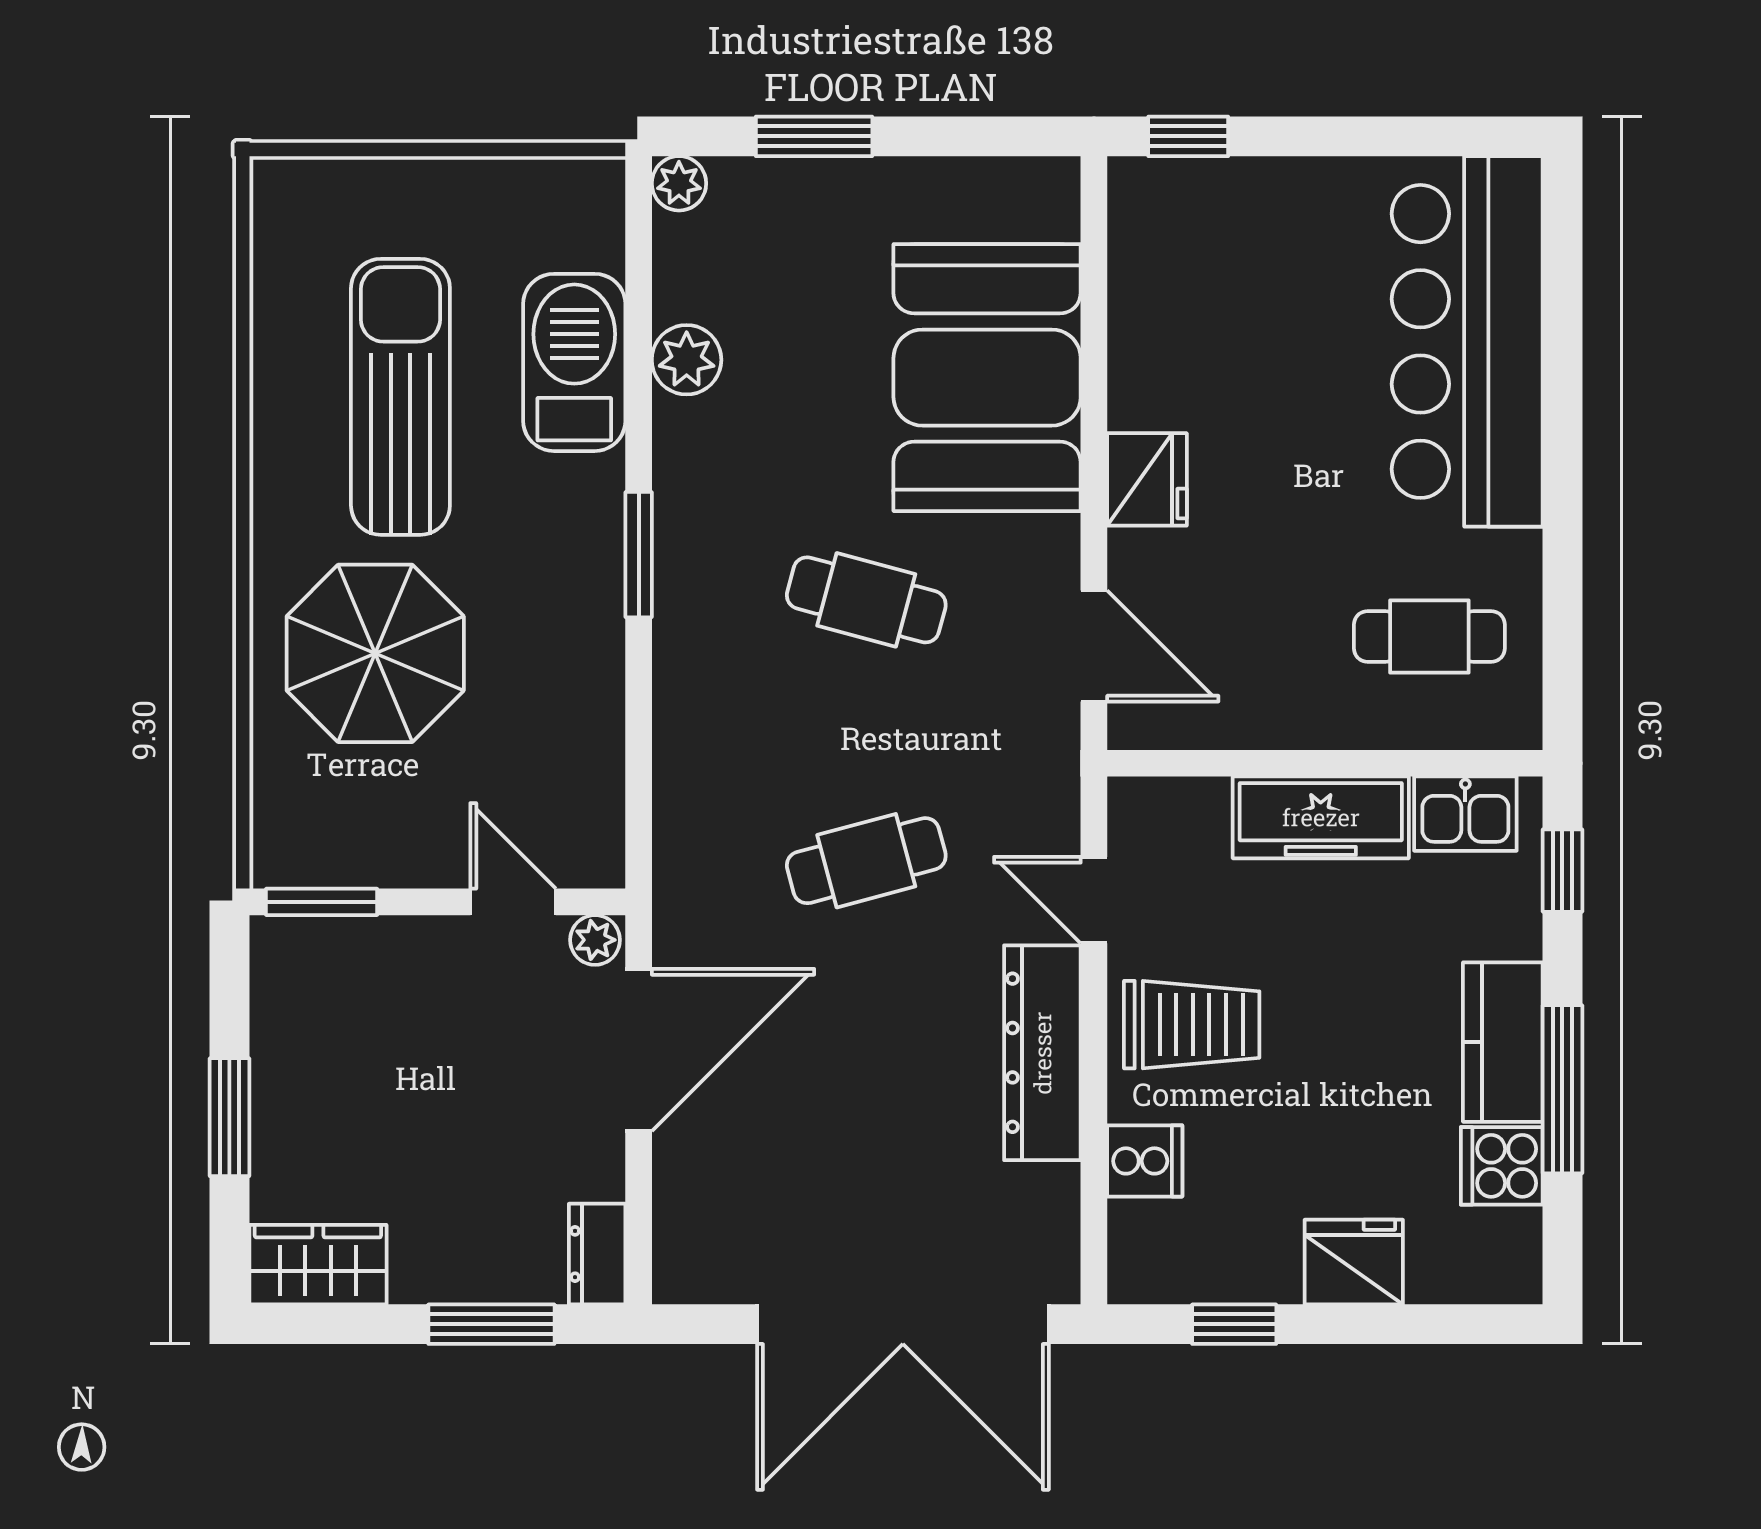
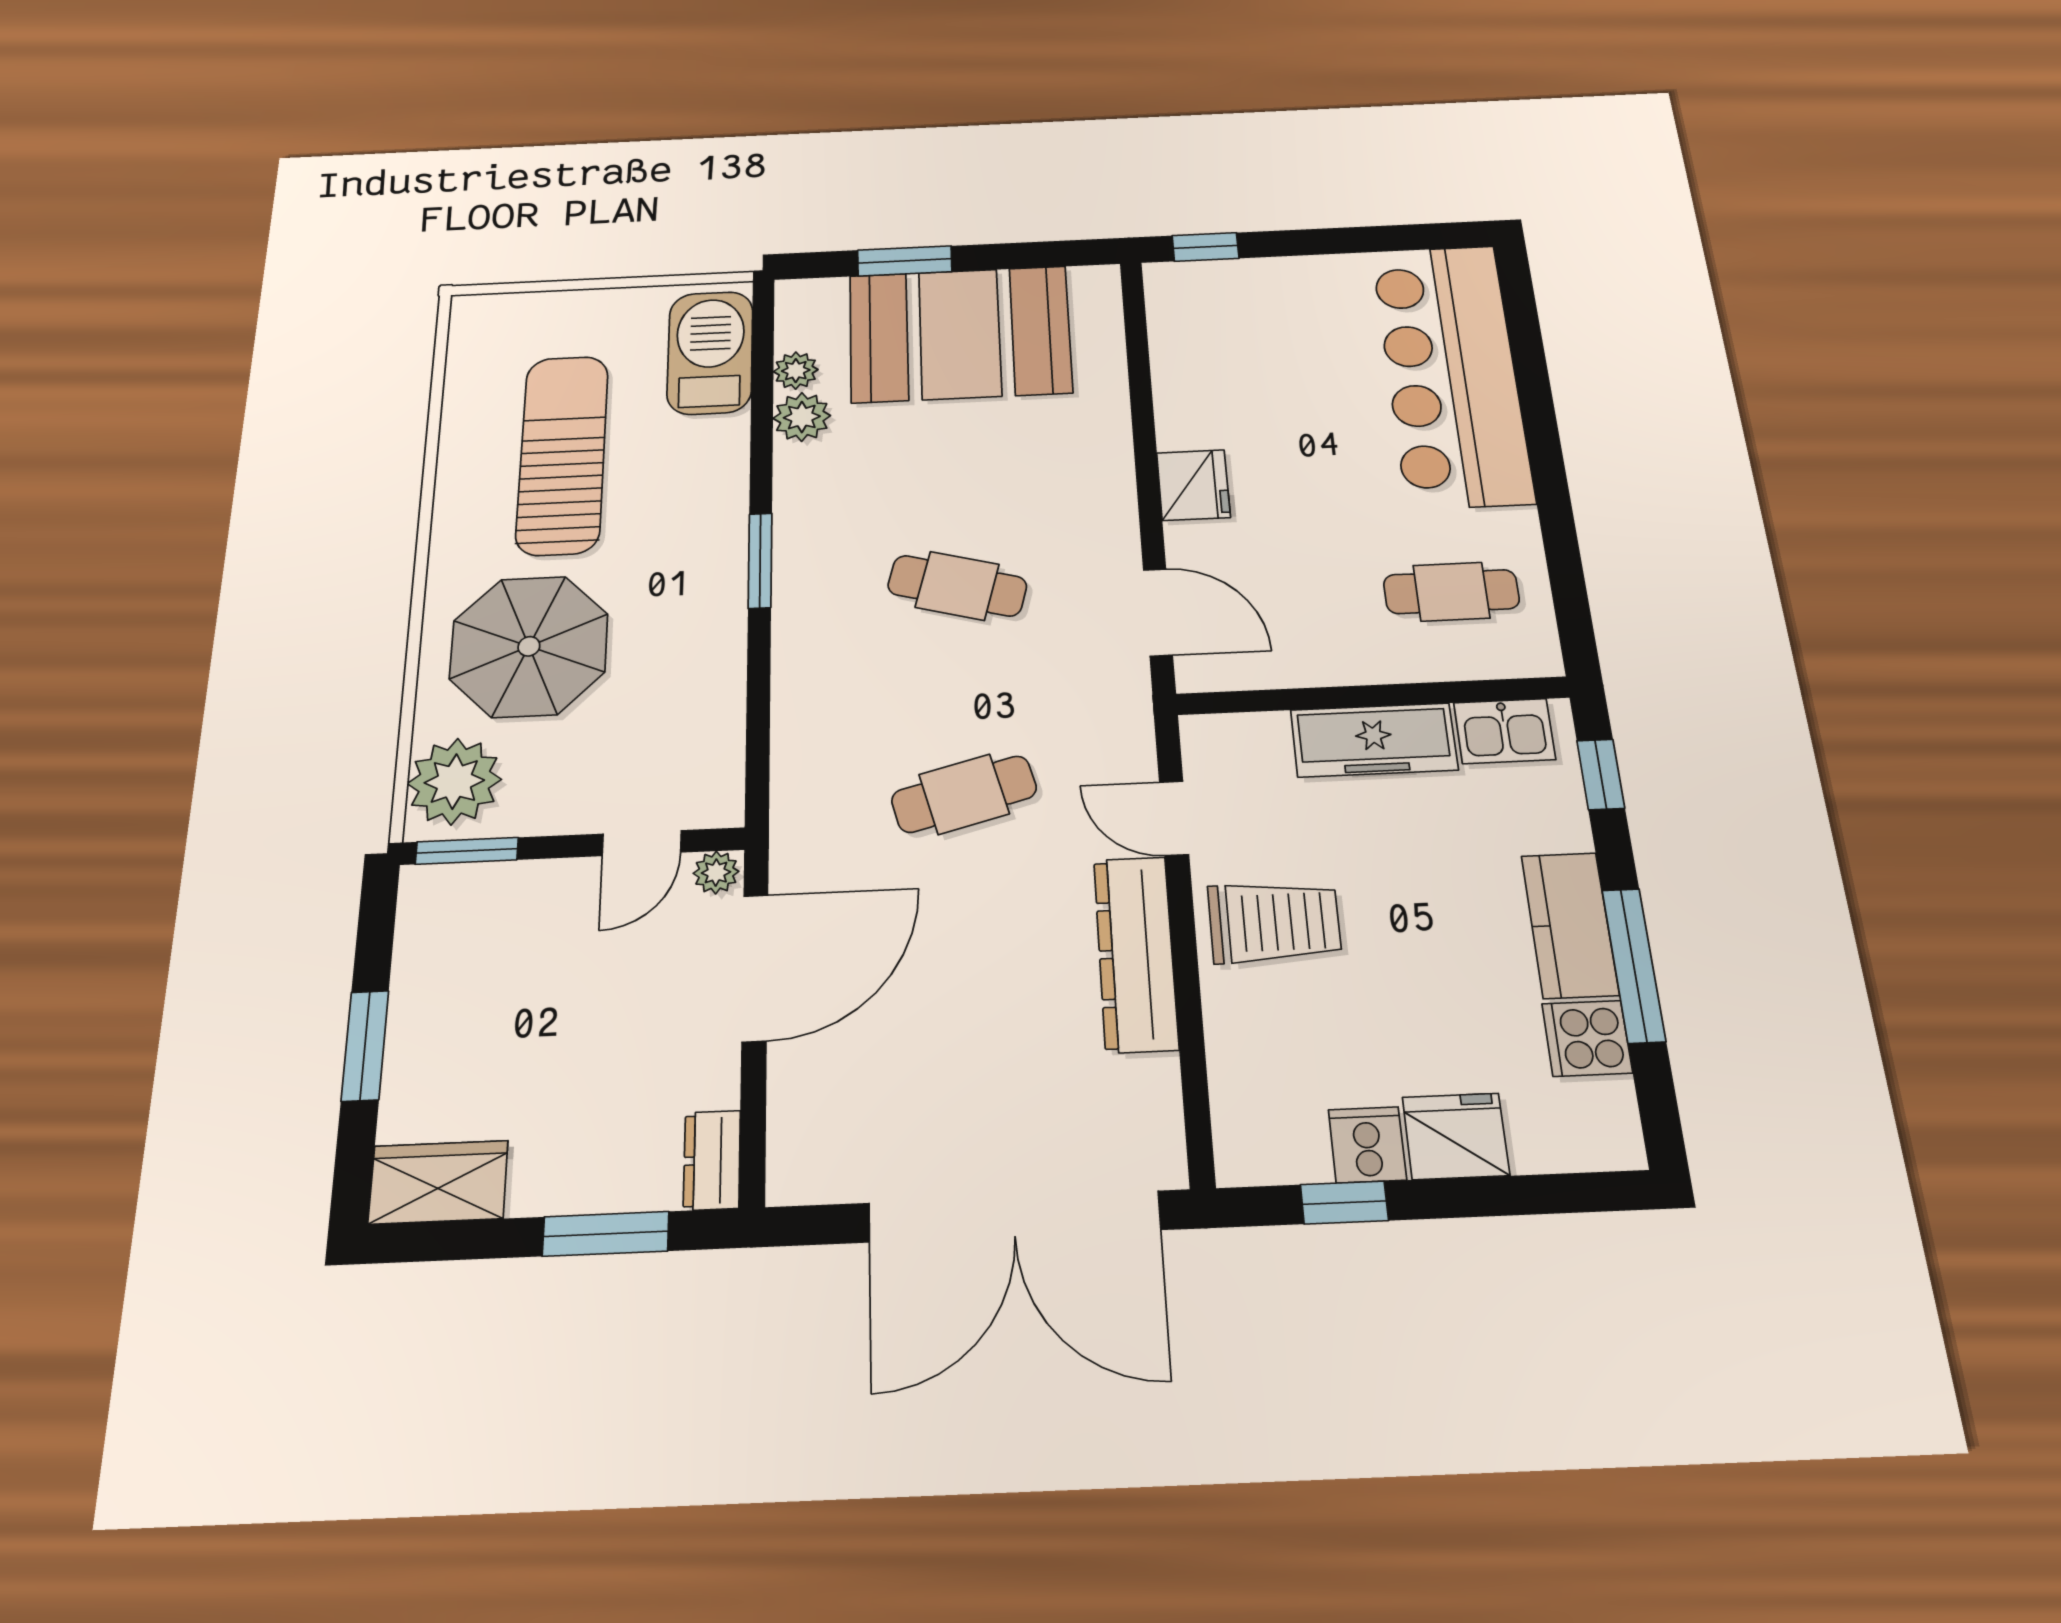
plant: (679, 183) -> (796, 371), moved
barbecue: (574, 362) -> (710, 353), moved
booth: (987, 378) -> (960, 334), moved, turned 90
plant: (302, 818) -> (454, 781), added
door: (513, 902) -> (642, 843), swing flipped
cooker: (1145, 1161) -> (1367, 1145), moved, turned -90

